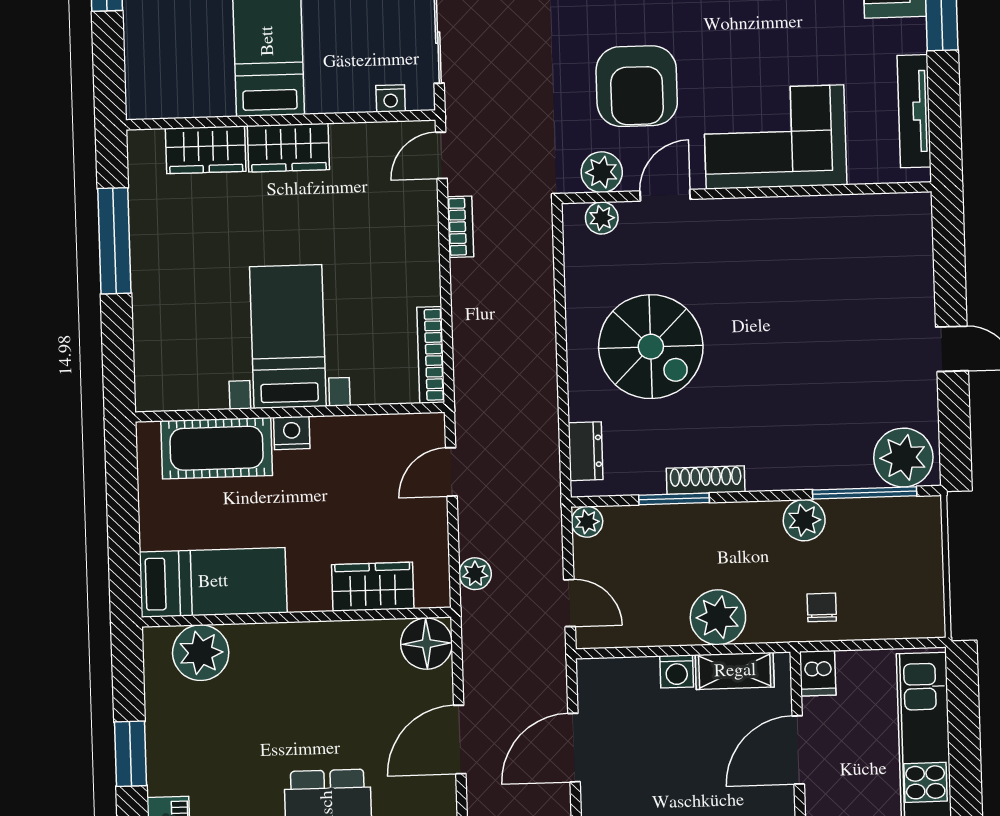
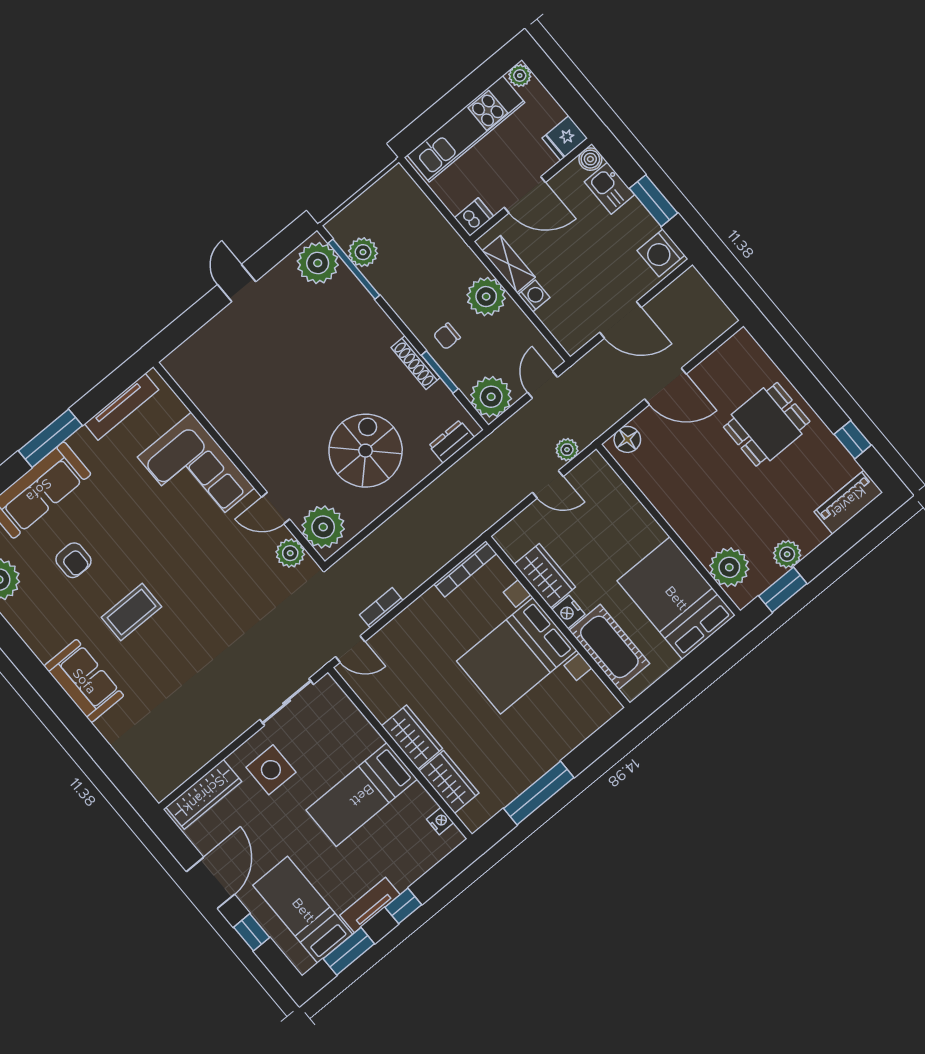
armchair: (637, 86) -> (227, 571), removed
nightstand: (391, 98) -> (440, 821), moved
plant: (602, 218) -> (323, 527), width x1.88, depth x1.88
bed with nightstands: (288, 337) -> (517, 656), width x1.36
door: (451, 472) -> (548, 484), moved
plant: (804, 520) -> (363, 252), moved
plant: (587, 522) -> (491, 397), width x1.88, depth x1.88
bed: (213, 582) -> (676, 598), width x1.50
wardrobe: (373, 587) -> (545, 576), moved, turned 180
chair: (822, 607) -> (447, 336), moved
floor lamp: (426, 644) -> (627, 439), width x0.73, depth x0.73
plant: (165, 729) -> (787, 554), added
window: (130, 754) -> (783, 590), moved

